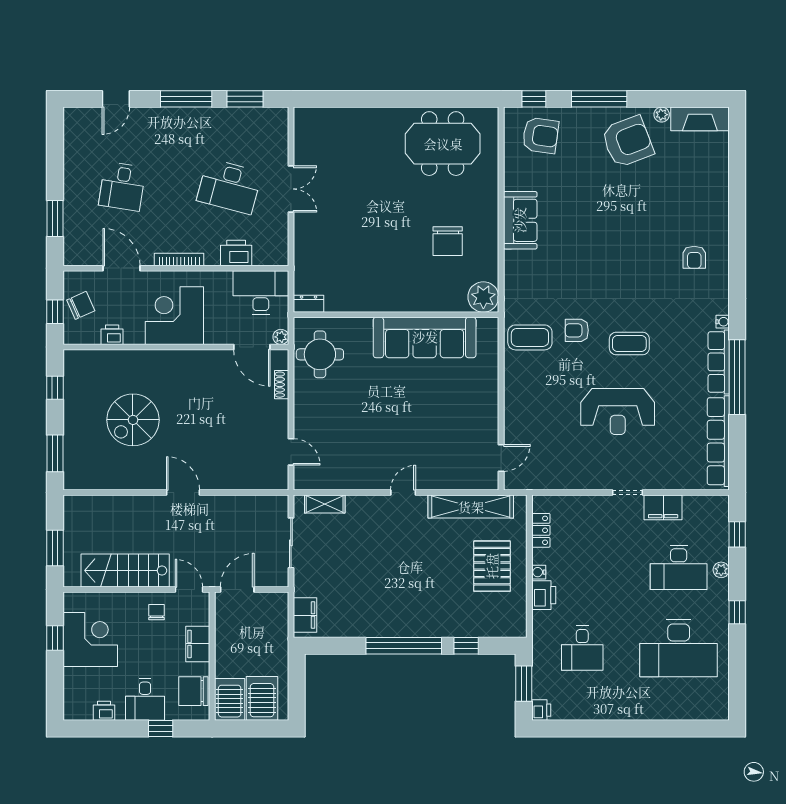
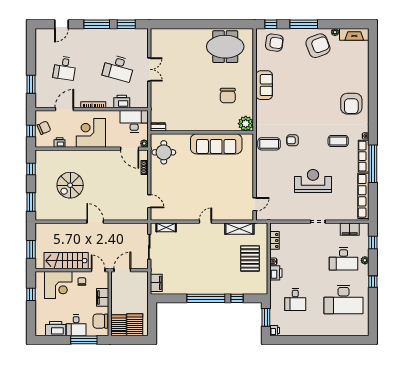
armchair: (694, 257) -> (351, 104), width x1.88, depth x1.88
door: (122, 268) -> (64, 109), hinge flipped
coffee table: (629, 344) -> (338, 141), moved
reception desk: (618, 411) -> (313, 181), turned 180
shelving: (471, 507) -> (239, 229), width x0.68
filing cabinet: (663, 507) -> (350, 229), moved
corner desk: (90, 639) -> (58, 285), moved, turned 90
printer: (104, 711) -> (56, 329), width x1.87, depth x1.48
window: (161, 729) -> (84, 340), width x2.17

